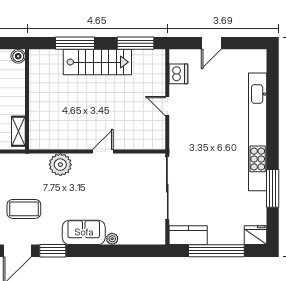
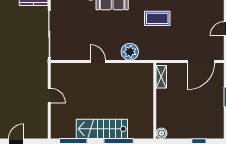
dishwasher: (178, 74) -> (41, 120), removed
door: (103, 151) -> (98, 62), swing flipped

